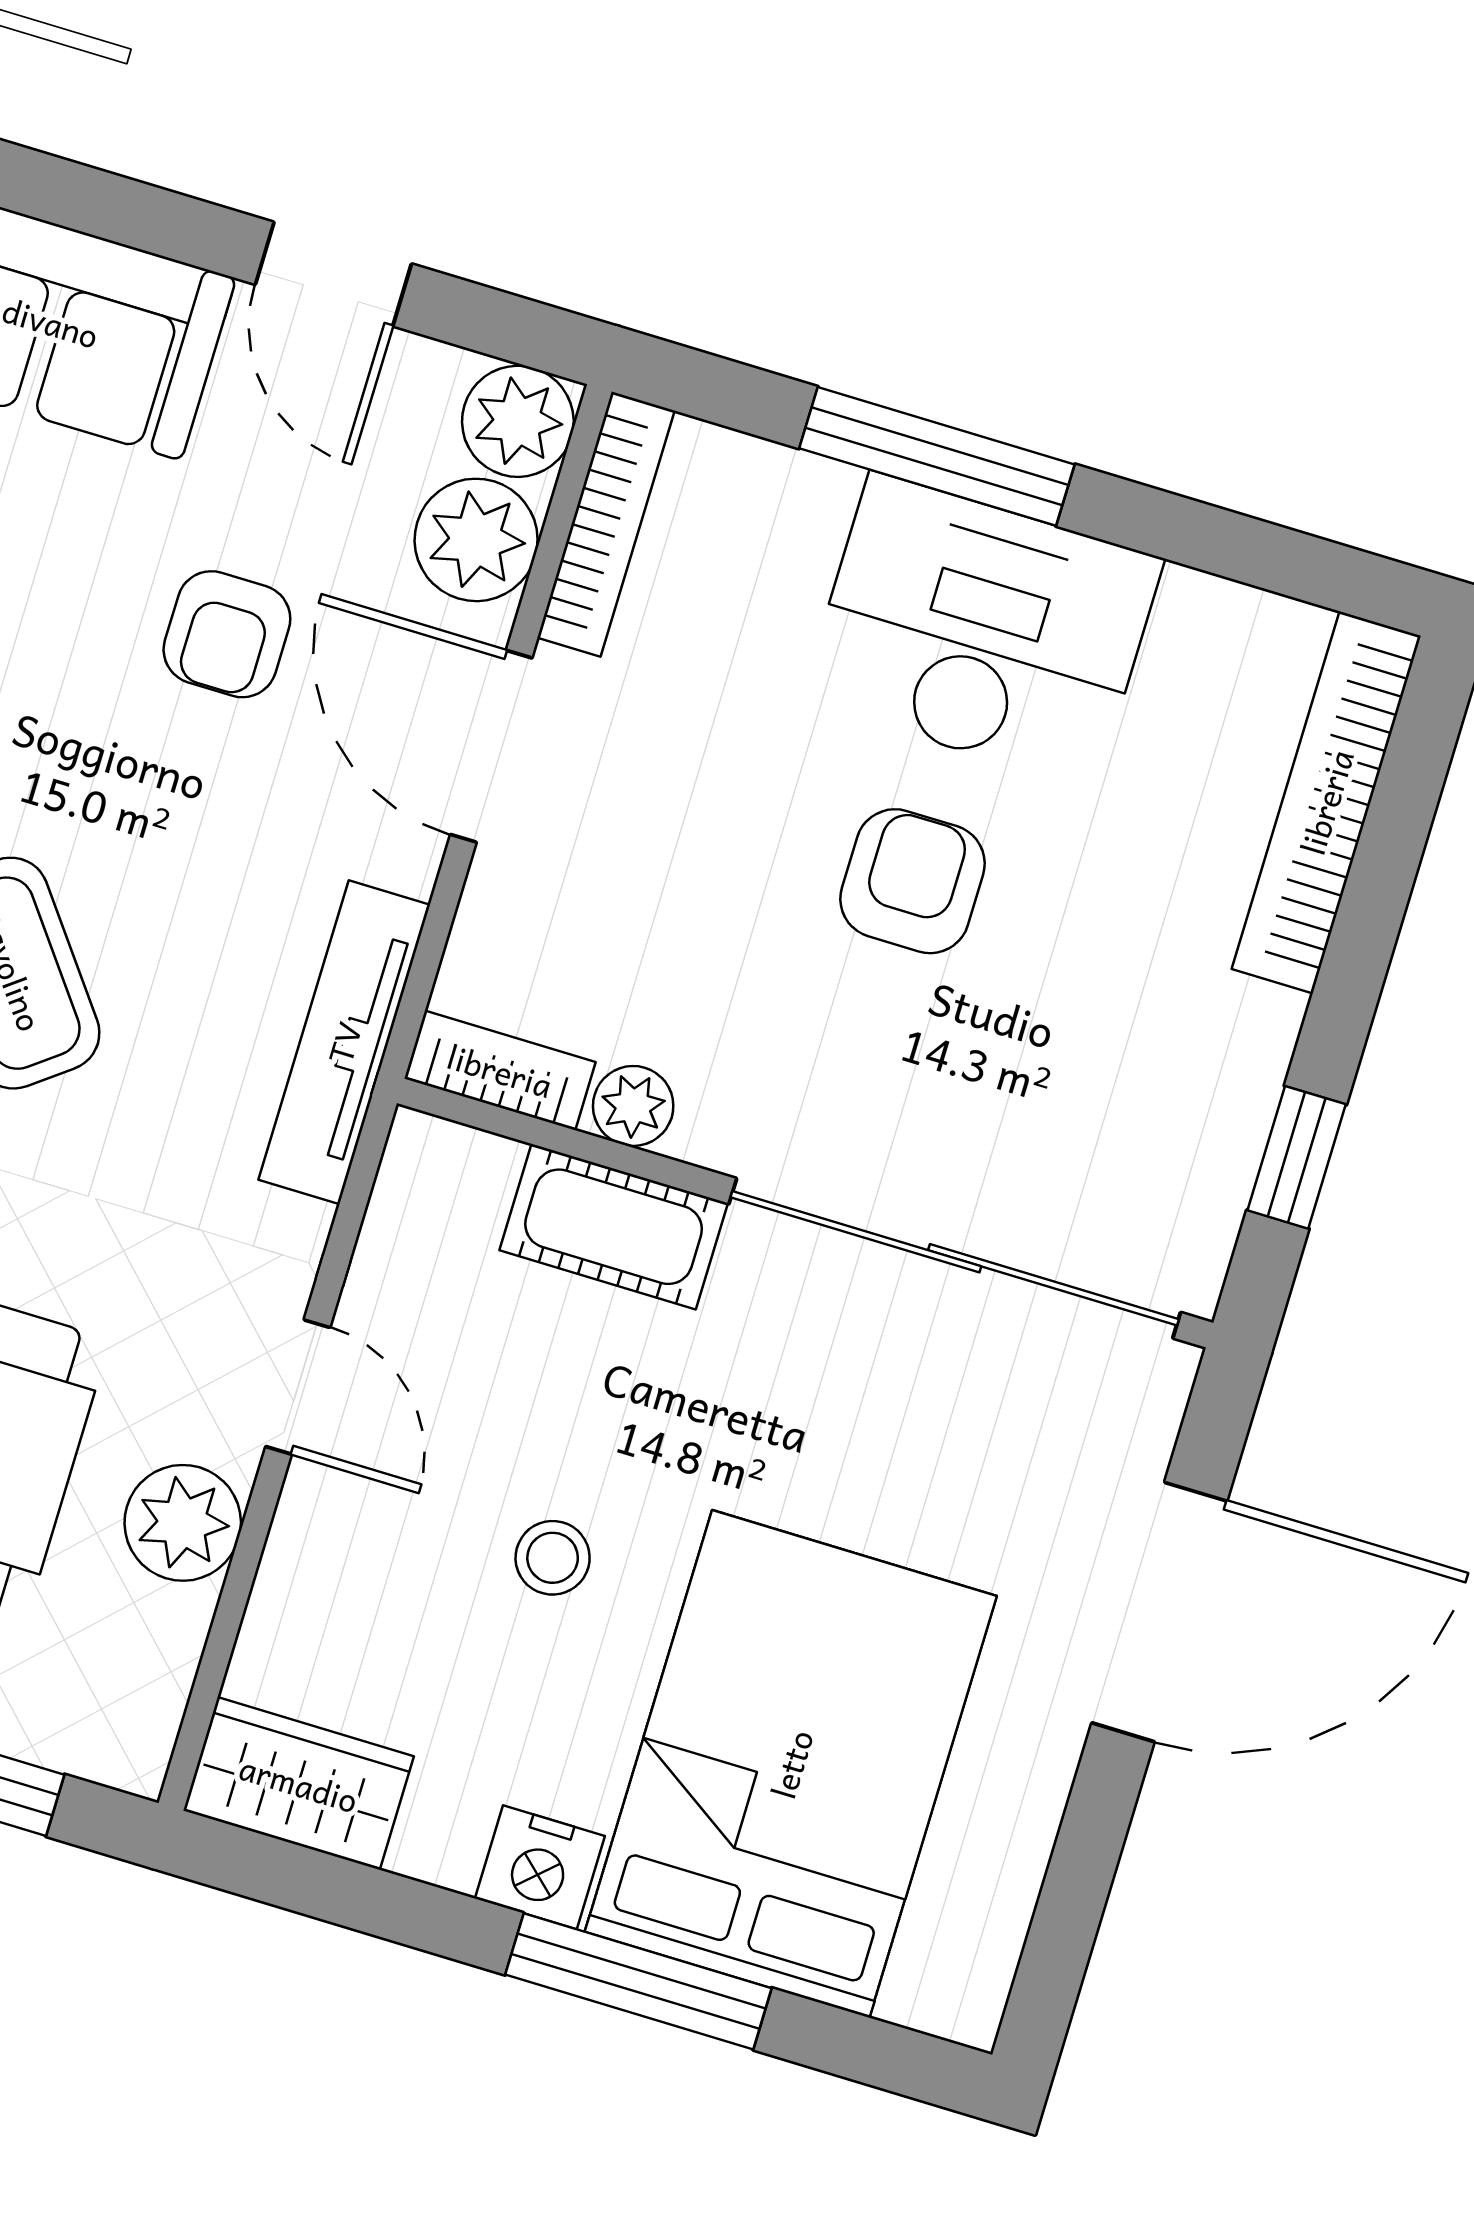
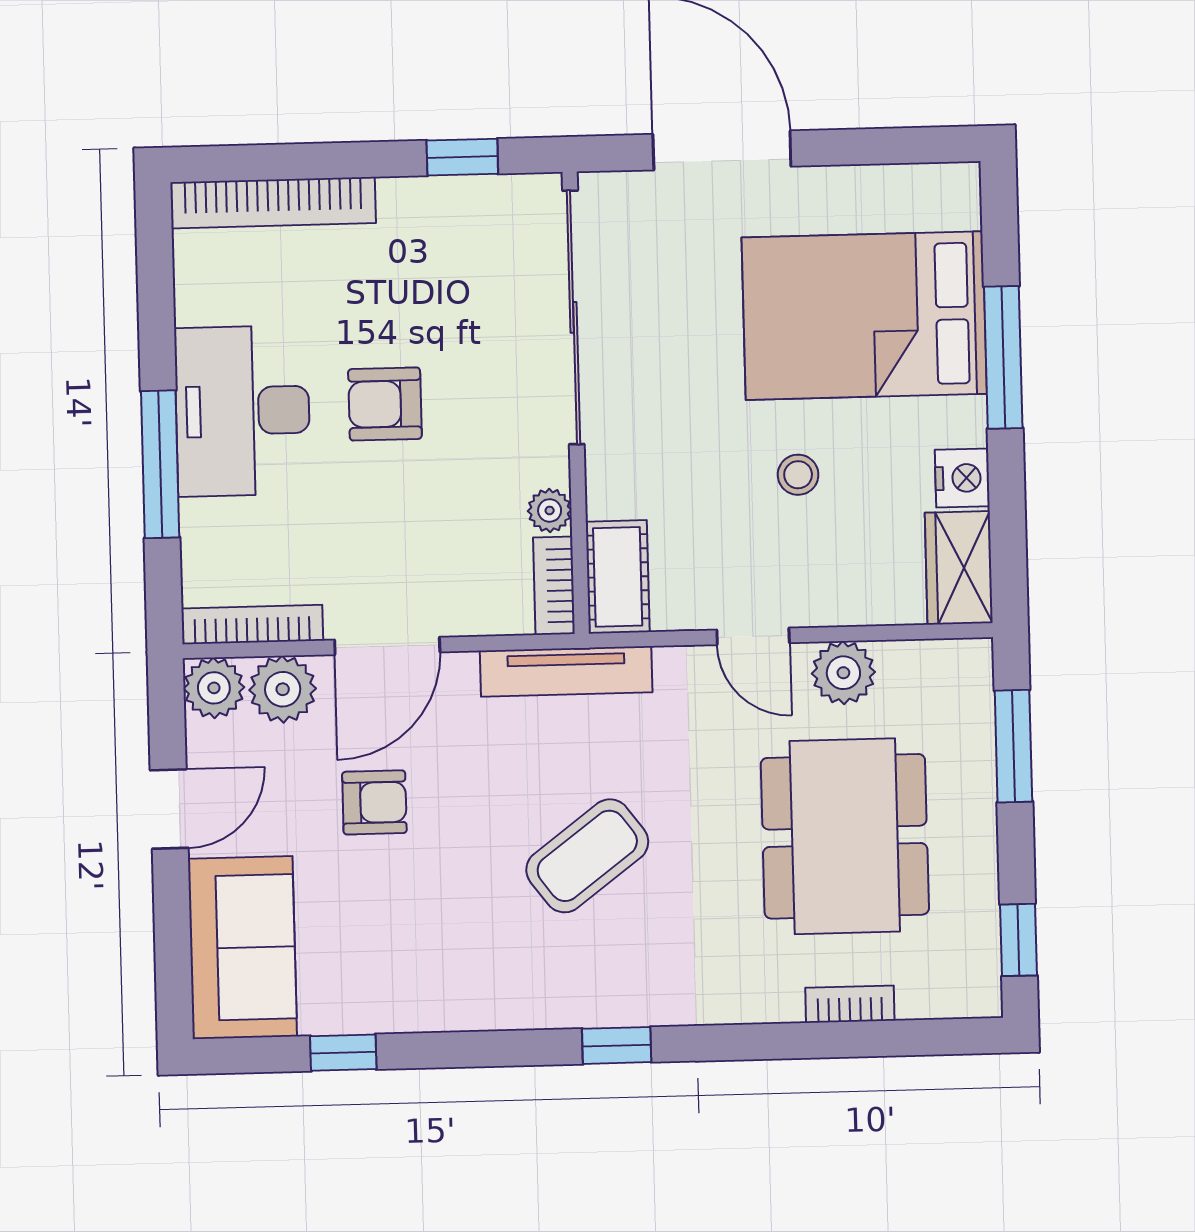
cot: (614, 1227) -> (618, 577), moved
door: (298, 1387) -> (753, 636), swing flipped
nightstand: (540, 1867) -> (962, 478), moved

